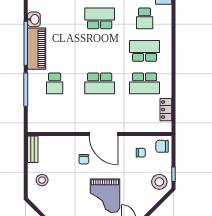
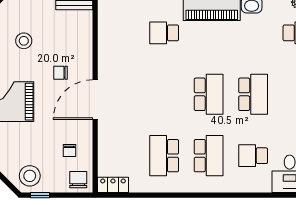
school desk: (100, 83) -> (209, 94), moved, turned 180
locker: (166, 110) -> (113, 185), moved
stool: (42, 180) -> (24, 41), moved

